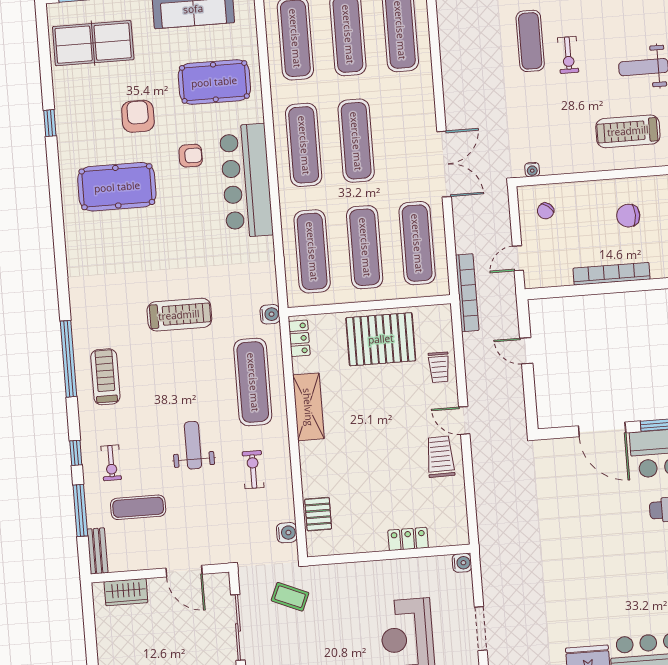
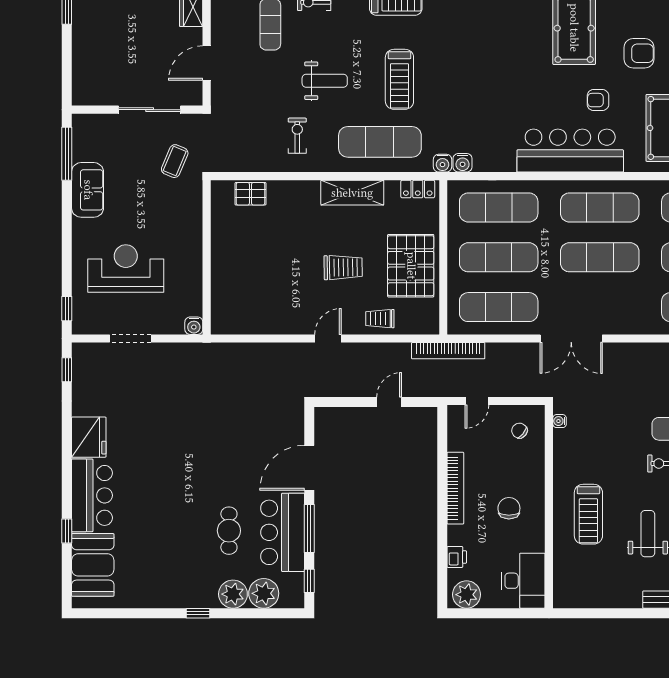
treadmill: (628, 131) -> (588, 514), turned 180
armchair: (191, 156) -> (598, 100), turned 90
door: (518, 258) -> (477, 401), swing flipped
treadmill: (179, 315) -> (399, 79), moved
trolley: (440, 457) -> (343, 267), moved
exercise bike: (253, 470) -> (297, 136), turned -90
water cooler: (287, 533) -> (463, 163), moved
locker: (408, 539) -> (220, 277), removed

